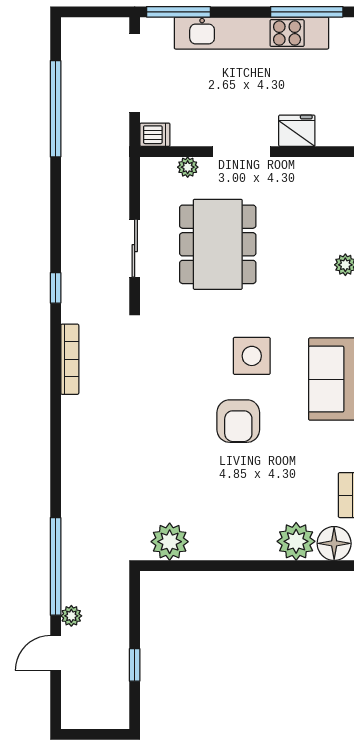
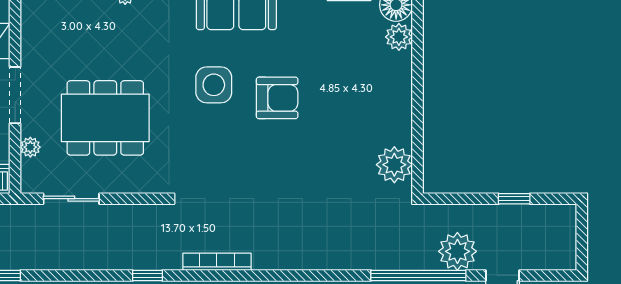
sliding door: (135, 248) -> (71, 199), moved
plant: (296, 541) -> (399, 37), width x0.73, depth x0.73
plant: (71, 616) -> (457, 251), width x1.88, depth x1.88

